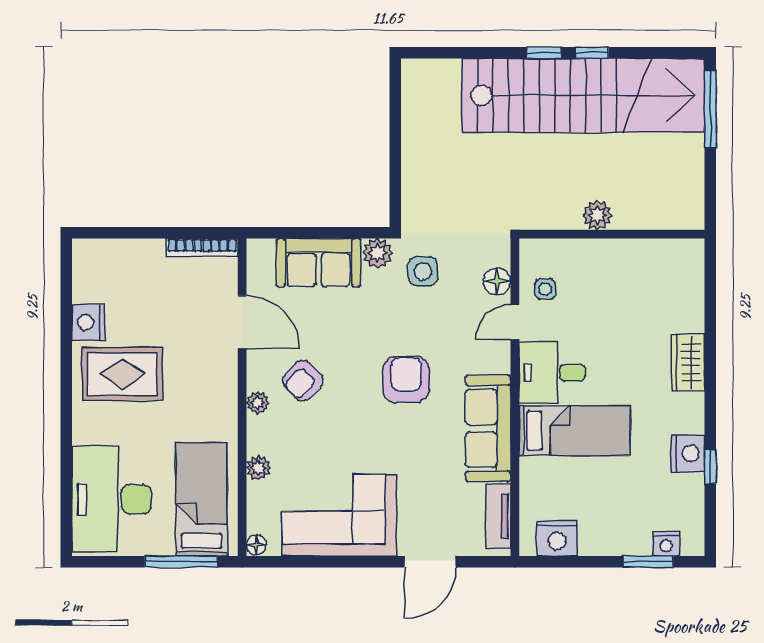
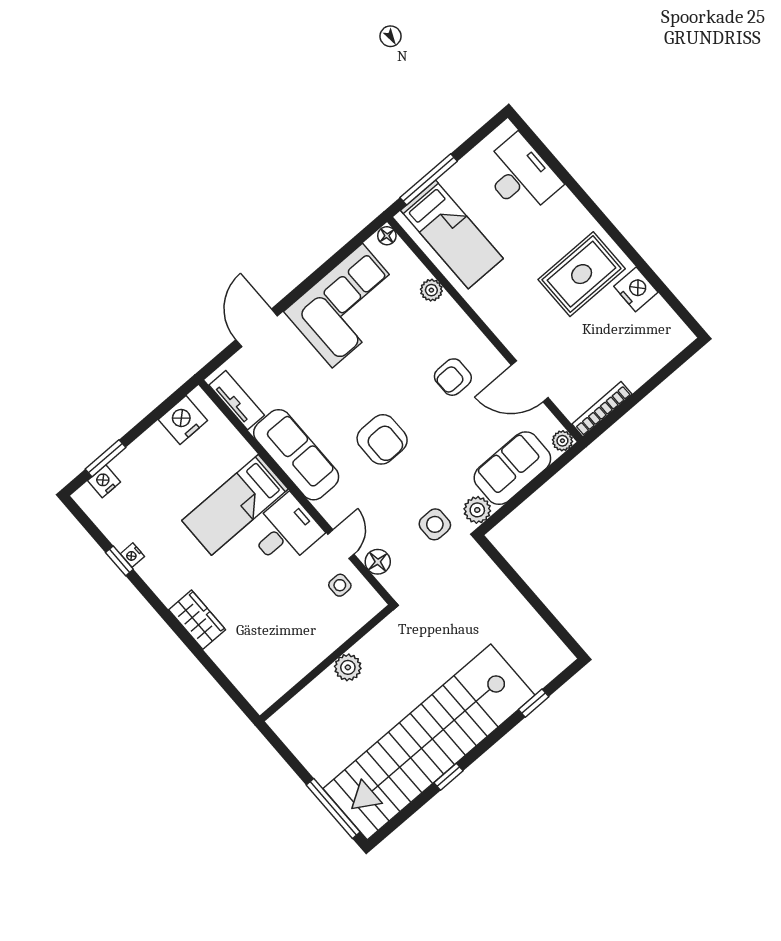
window: (544, 53) -> (534, 703), moved
armchair: (303, 381) -> (453, 377), turned -135
plant: (257, 403) -> (562, 441), moved
nightstand: (688, 454) -> (132, 555), width x0.53, depth x0.56
desk: (112, 499) -> (521, 175), width x0.73, depth x0.77

